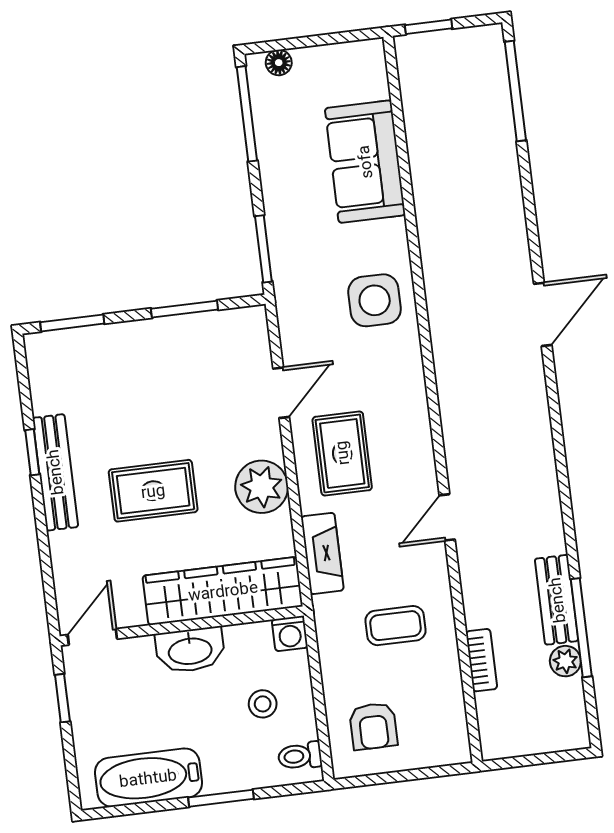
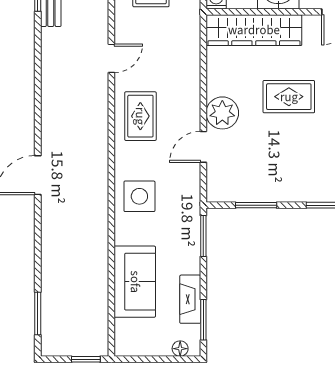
window: (515, 91) -> (38, 314), width x0.69
window: (247, 114) -> (203, 320), width x0.69
rug: (342, 453) -> (140, 116), moved
plant: (262, 487) -> (222, 113), moved
fireplace: (322, 553) -> (190, 299), moved

